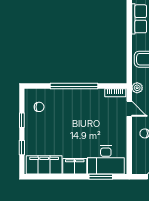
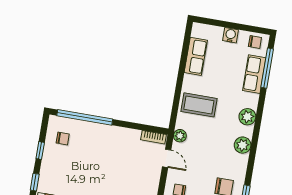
window: (74, 86) -> (85, 117), moved

